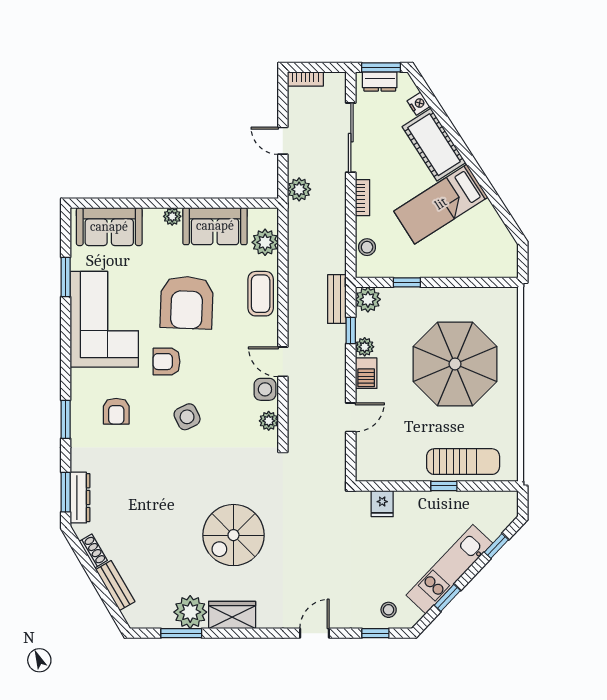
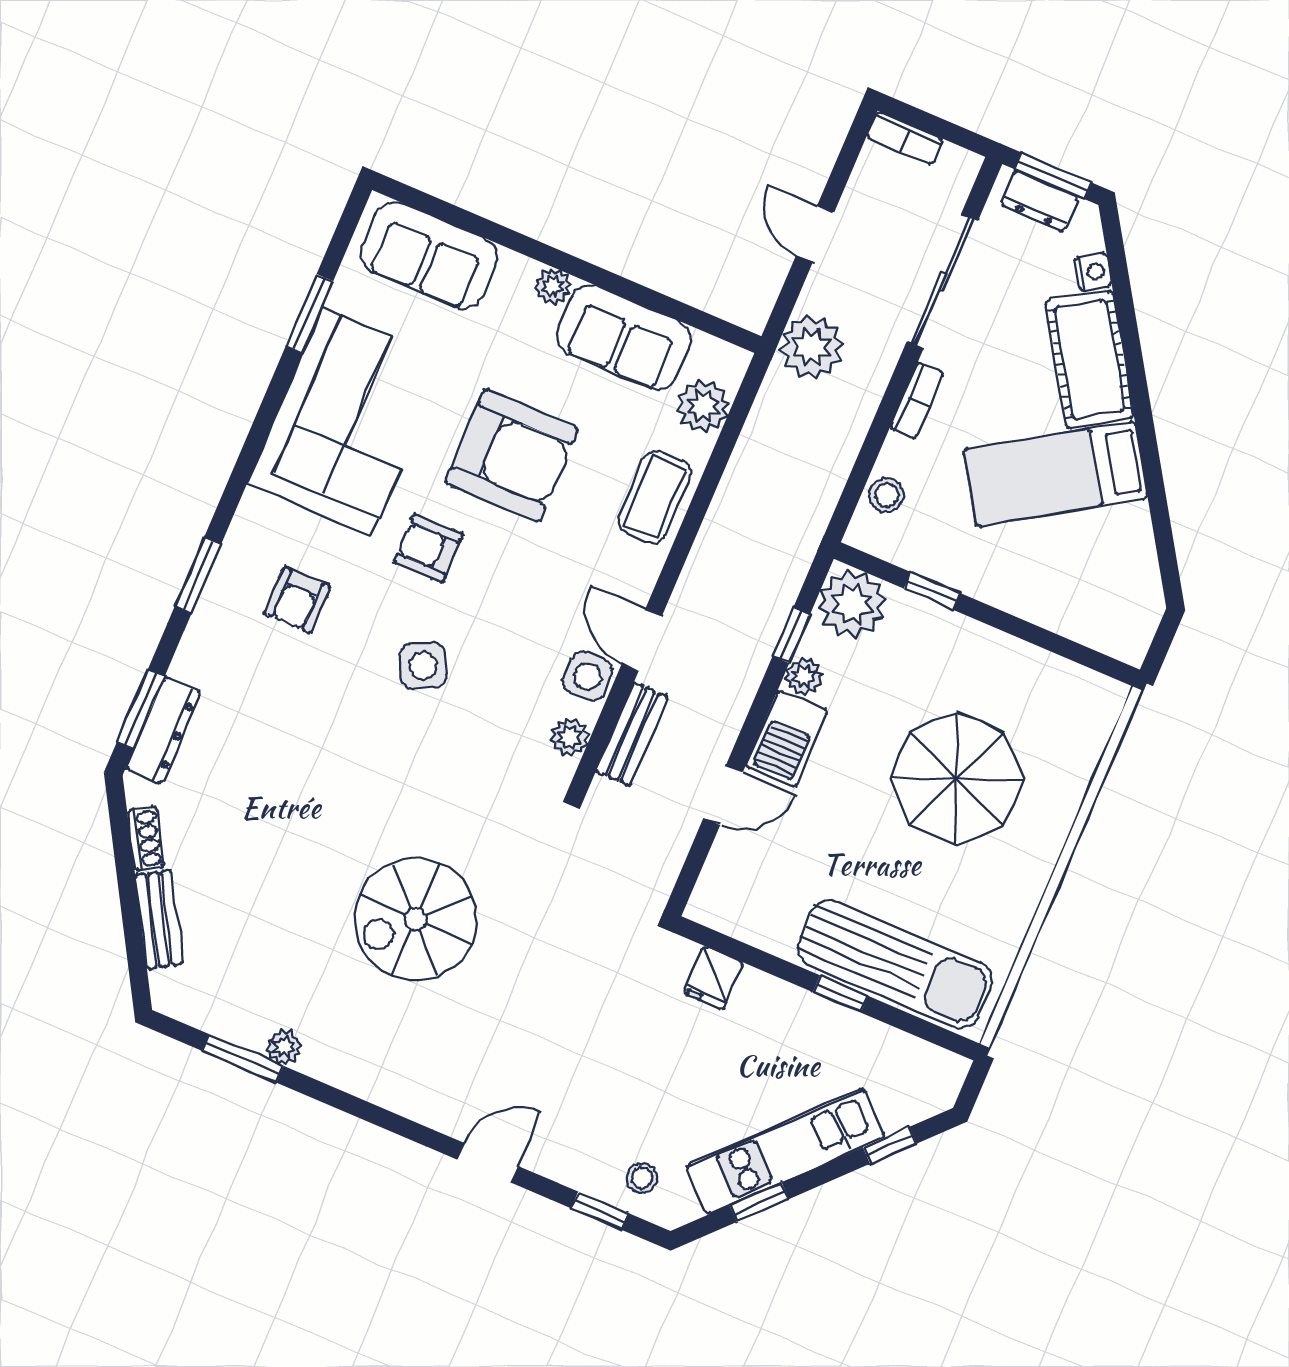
plant: (299, 189) -> (811, 347), width x1.36, depth x1.36
bench: (337, 299) -> (632, 734), moved
plant: (368, 299) -> (852, 604), width x1.36, depth x1.36
armchair: (187, 303) -> (512, 456), turned -92
parasol: (455, 364) -> (956, 779), width x0.73, depth x0.73
barbecue: (366, 373) -> (787, 739), width x1.38, depth x1.27
sun lounger: (463, 462) -> (895, 964), width x1.36, depth x1.34
plant: (190, 612) -> (284, 1047), width x0.53, depth x0.53
wardrobe: (232, 615) -> (350, 1065), removed

